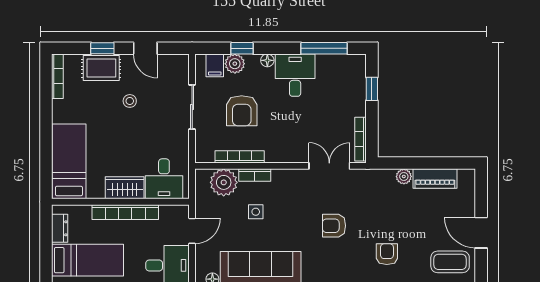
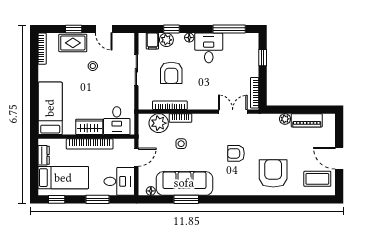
armchair: (387, 254) -> (273, 173), width x1.88, depth x1.88

